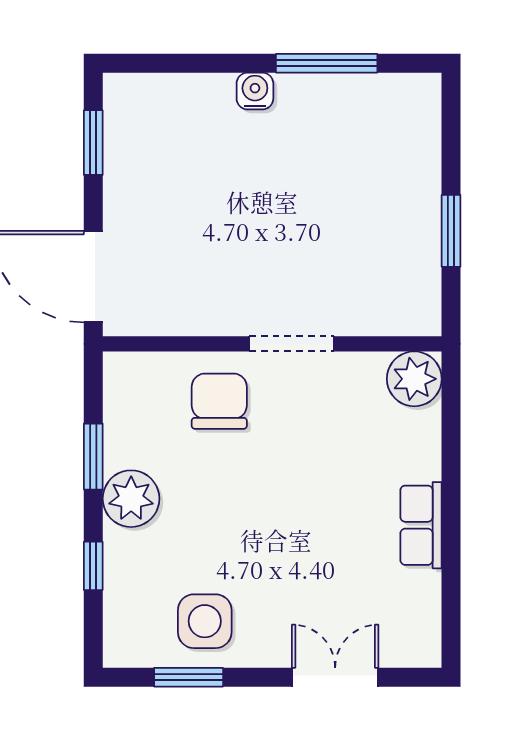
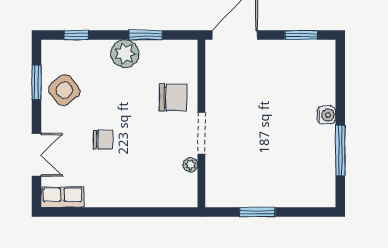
plant: (414, 379) -> (190, 165), moved, width x0.53, depth x0.53
row of seats: (421, 525) -> (62, 197), moved
chair: (305, 543) -> (103, 140), added
window: (93, 566) -> (76, 35), moved
side table: (205, 621) -> (64, 90), turned -37

